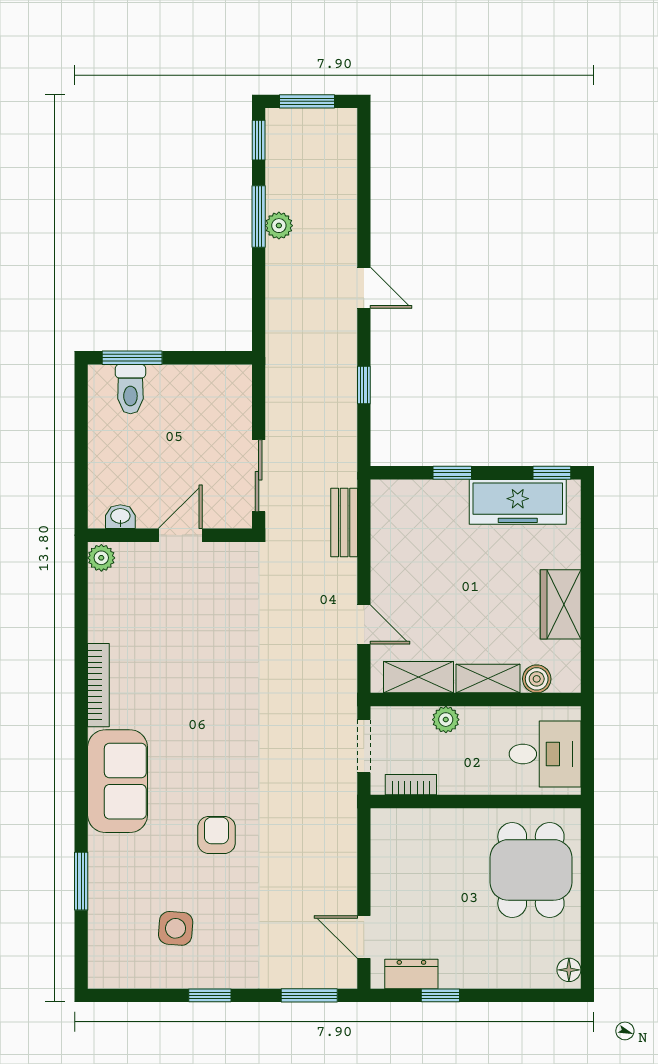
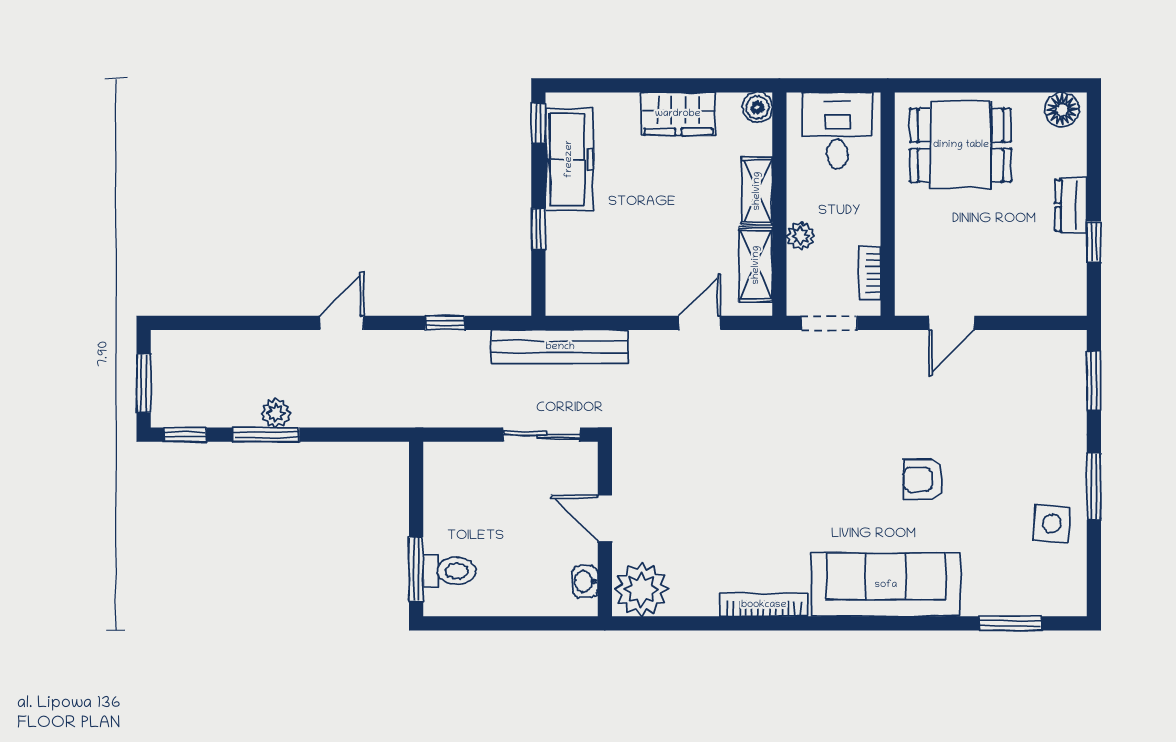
bench: (344, 522) -> (560, 347), width x1.86, depth x1.21
plant: (101, 558) -> (641, 589), width x1.87, depth x1.87
boiler: (537, 679) -> (757, 107), moved
sofa: (118, 781) -> (886, 585), width x1.36
window: (81, 881) -> (1010, 623), moved
side table: (176, 928) -> (1052, 523), moved
door: (364, 937) -> (952, 323), moved
floor lamp: (569, 970) -> (1062, 110), width x1.37, depth x1.37
dresser: (411, 974) -> (1071, 205), moved
window: (210, 995) -> (1094, 486), width x1.50

